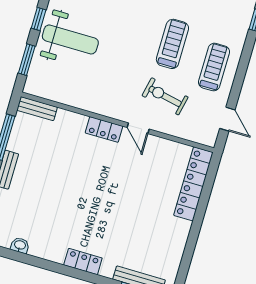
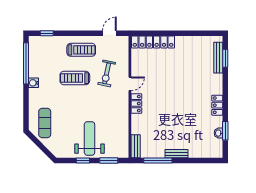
treadmill: (214, 67) -> (81, 50), turned 180
window: (20, 257) -> (225, 131), added
locker: (83, 261) -> (217, 105), moved

